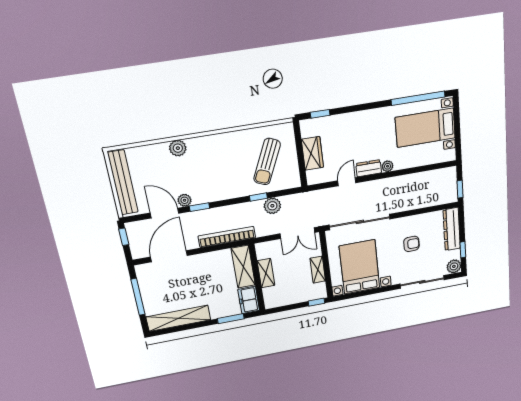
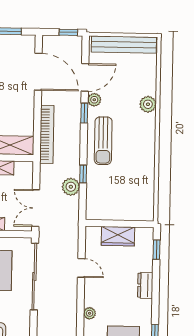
sun lounger: (267, 162) -> (103, 141), moved, turned -114
dresser: (369, 168) -> (145, 285), moved, turned 180

